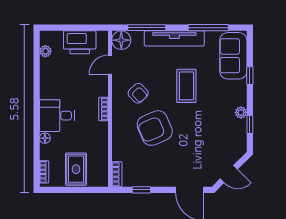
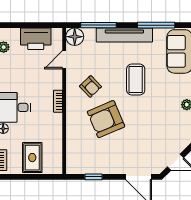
bookcase: (117, 174) -> (71, 162), removed

